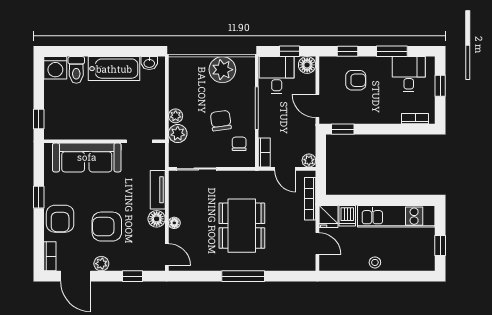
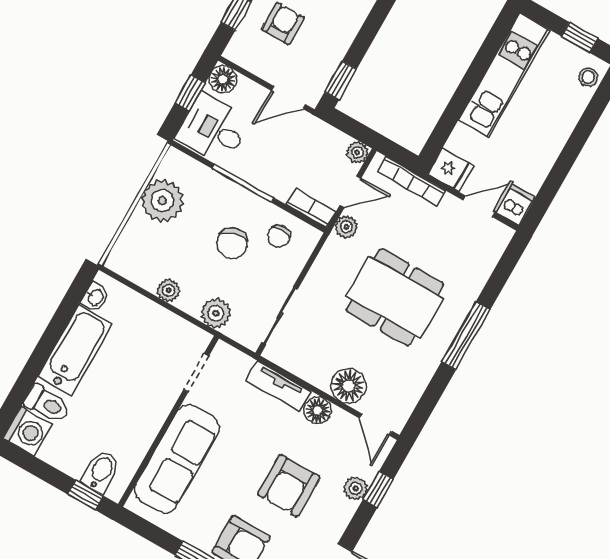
plant: (176, 116) -> (169, 290), moved
bidet: (56, 120) -> (101, 472), added
chair: (221, 121) -> (232, 243), turned -99
chair: (239, 144) -> (279, 236), turned -90
plant: (265, 178) -> (346, 227), added
dishwasher: (347, 216) -> (515, 205), moved, turned -90
floor lamp: (174, 223) -> (349, 386), width x1.89, depth x1.89
door: (167, 255) -> (375, 424), swing flipped
stool: (375, 262) -> (588, 77), moved
plant: (101, 264) -> (356, 488), moved

